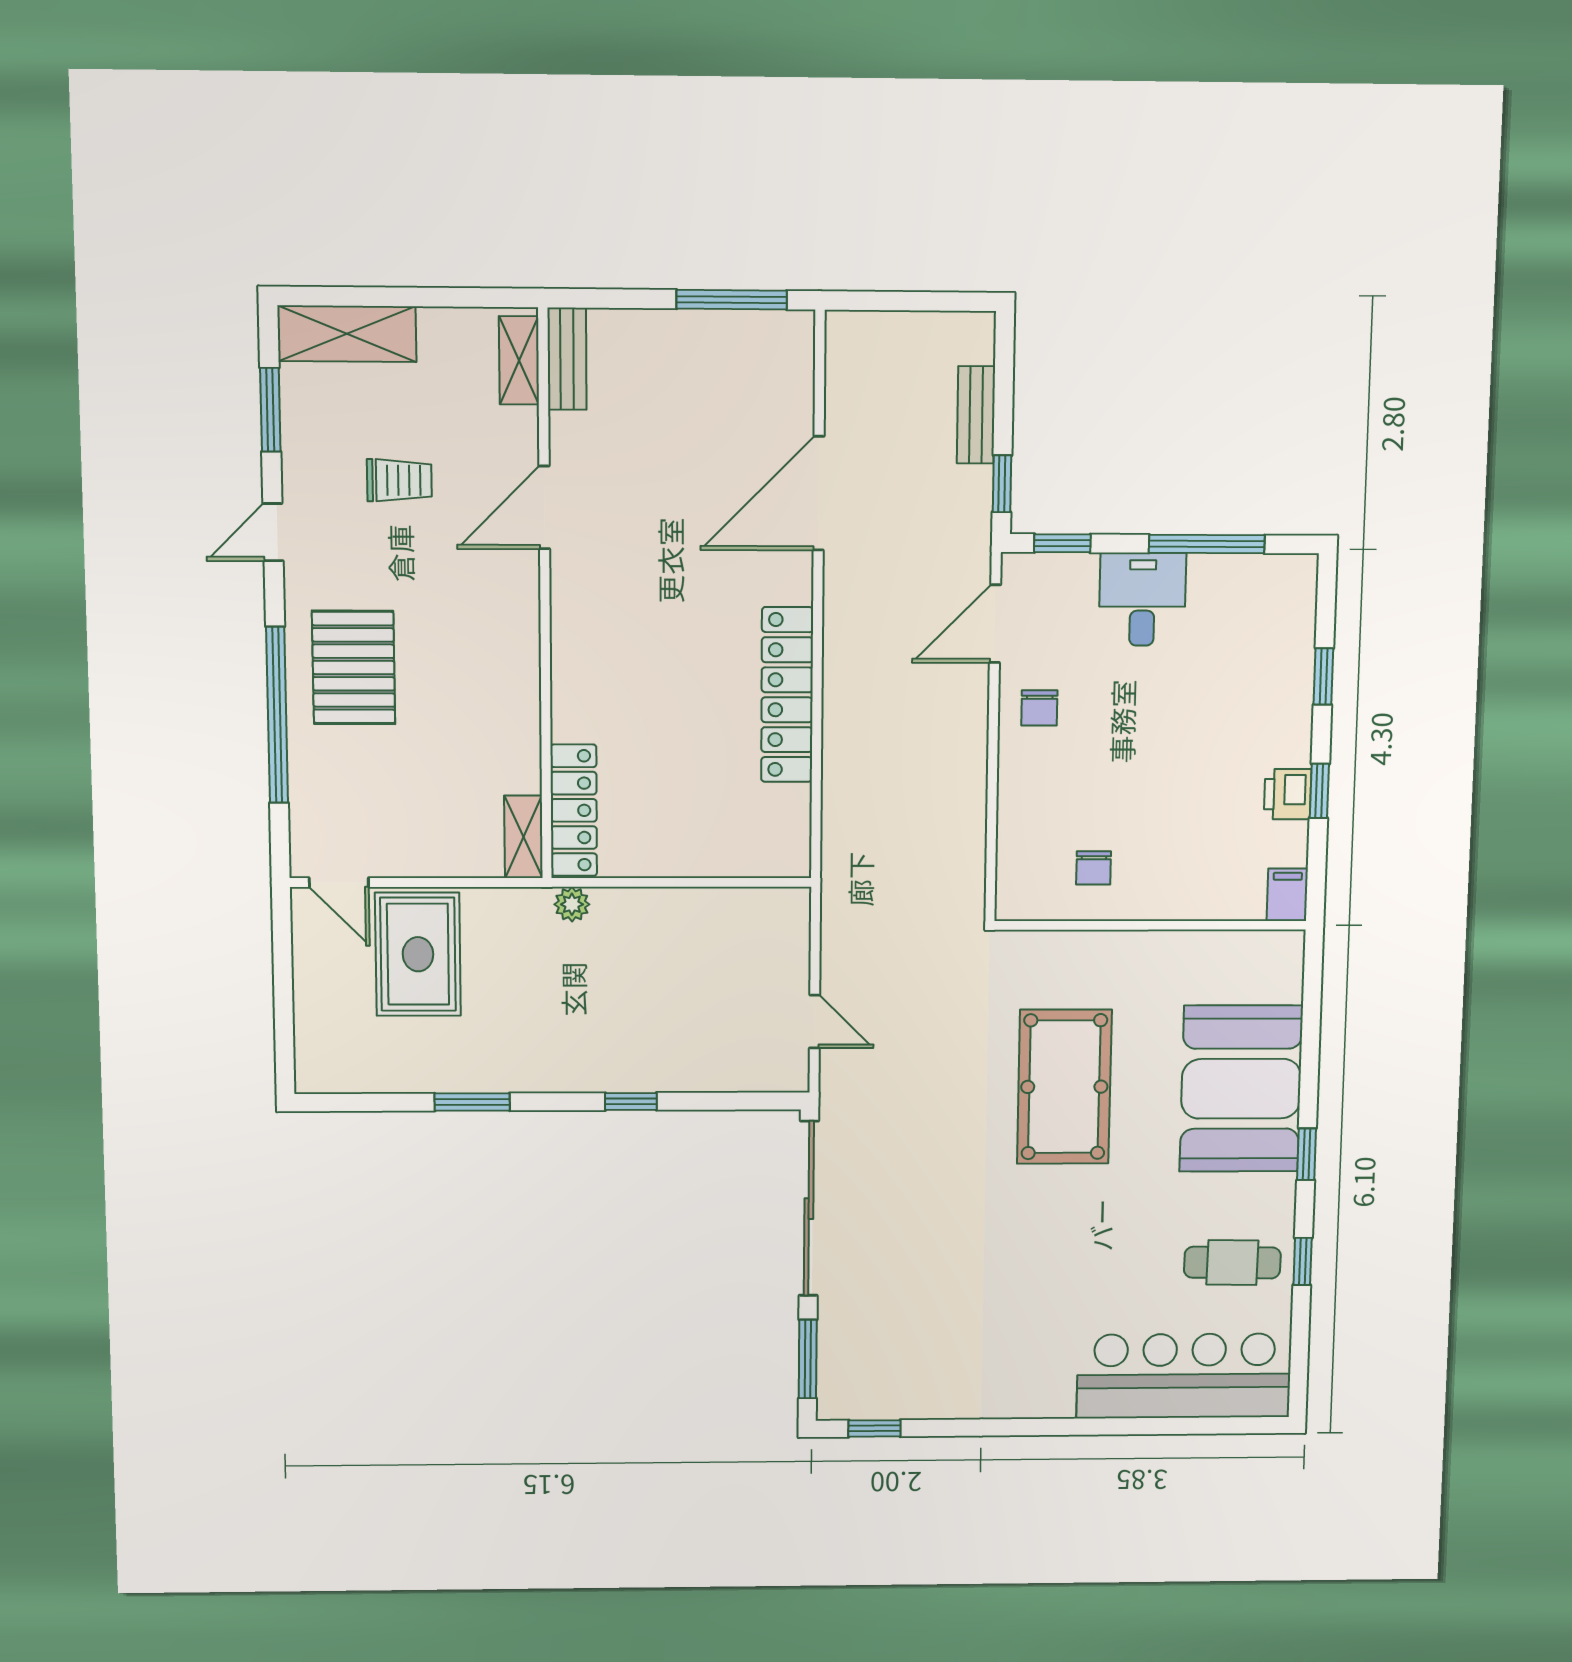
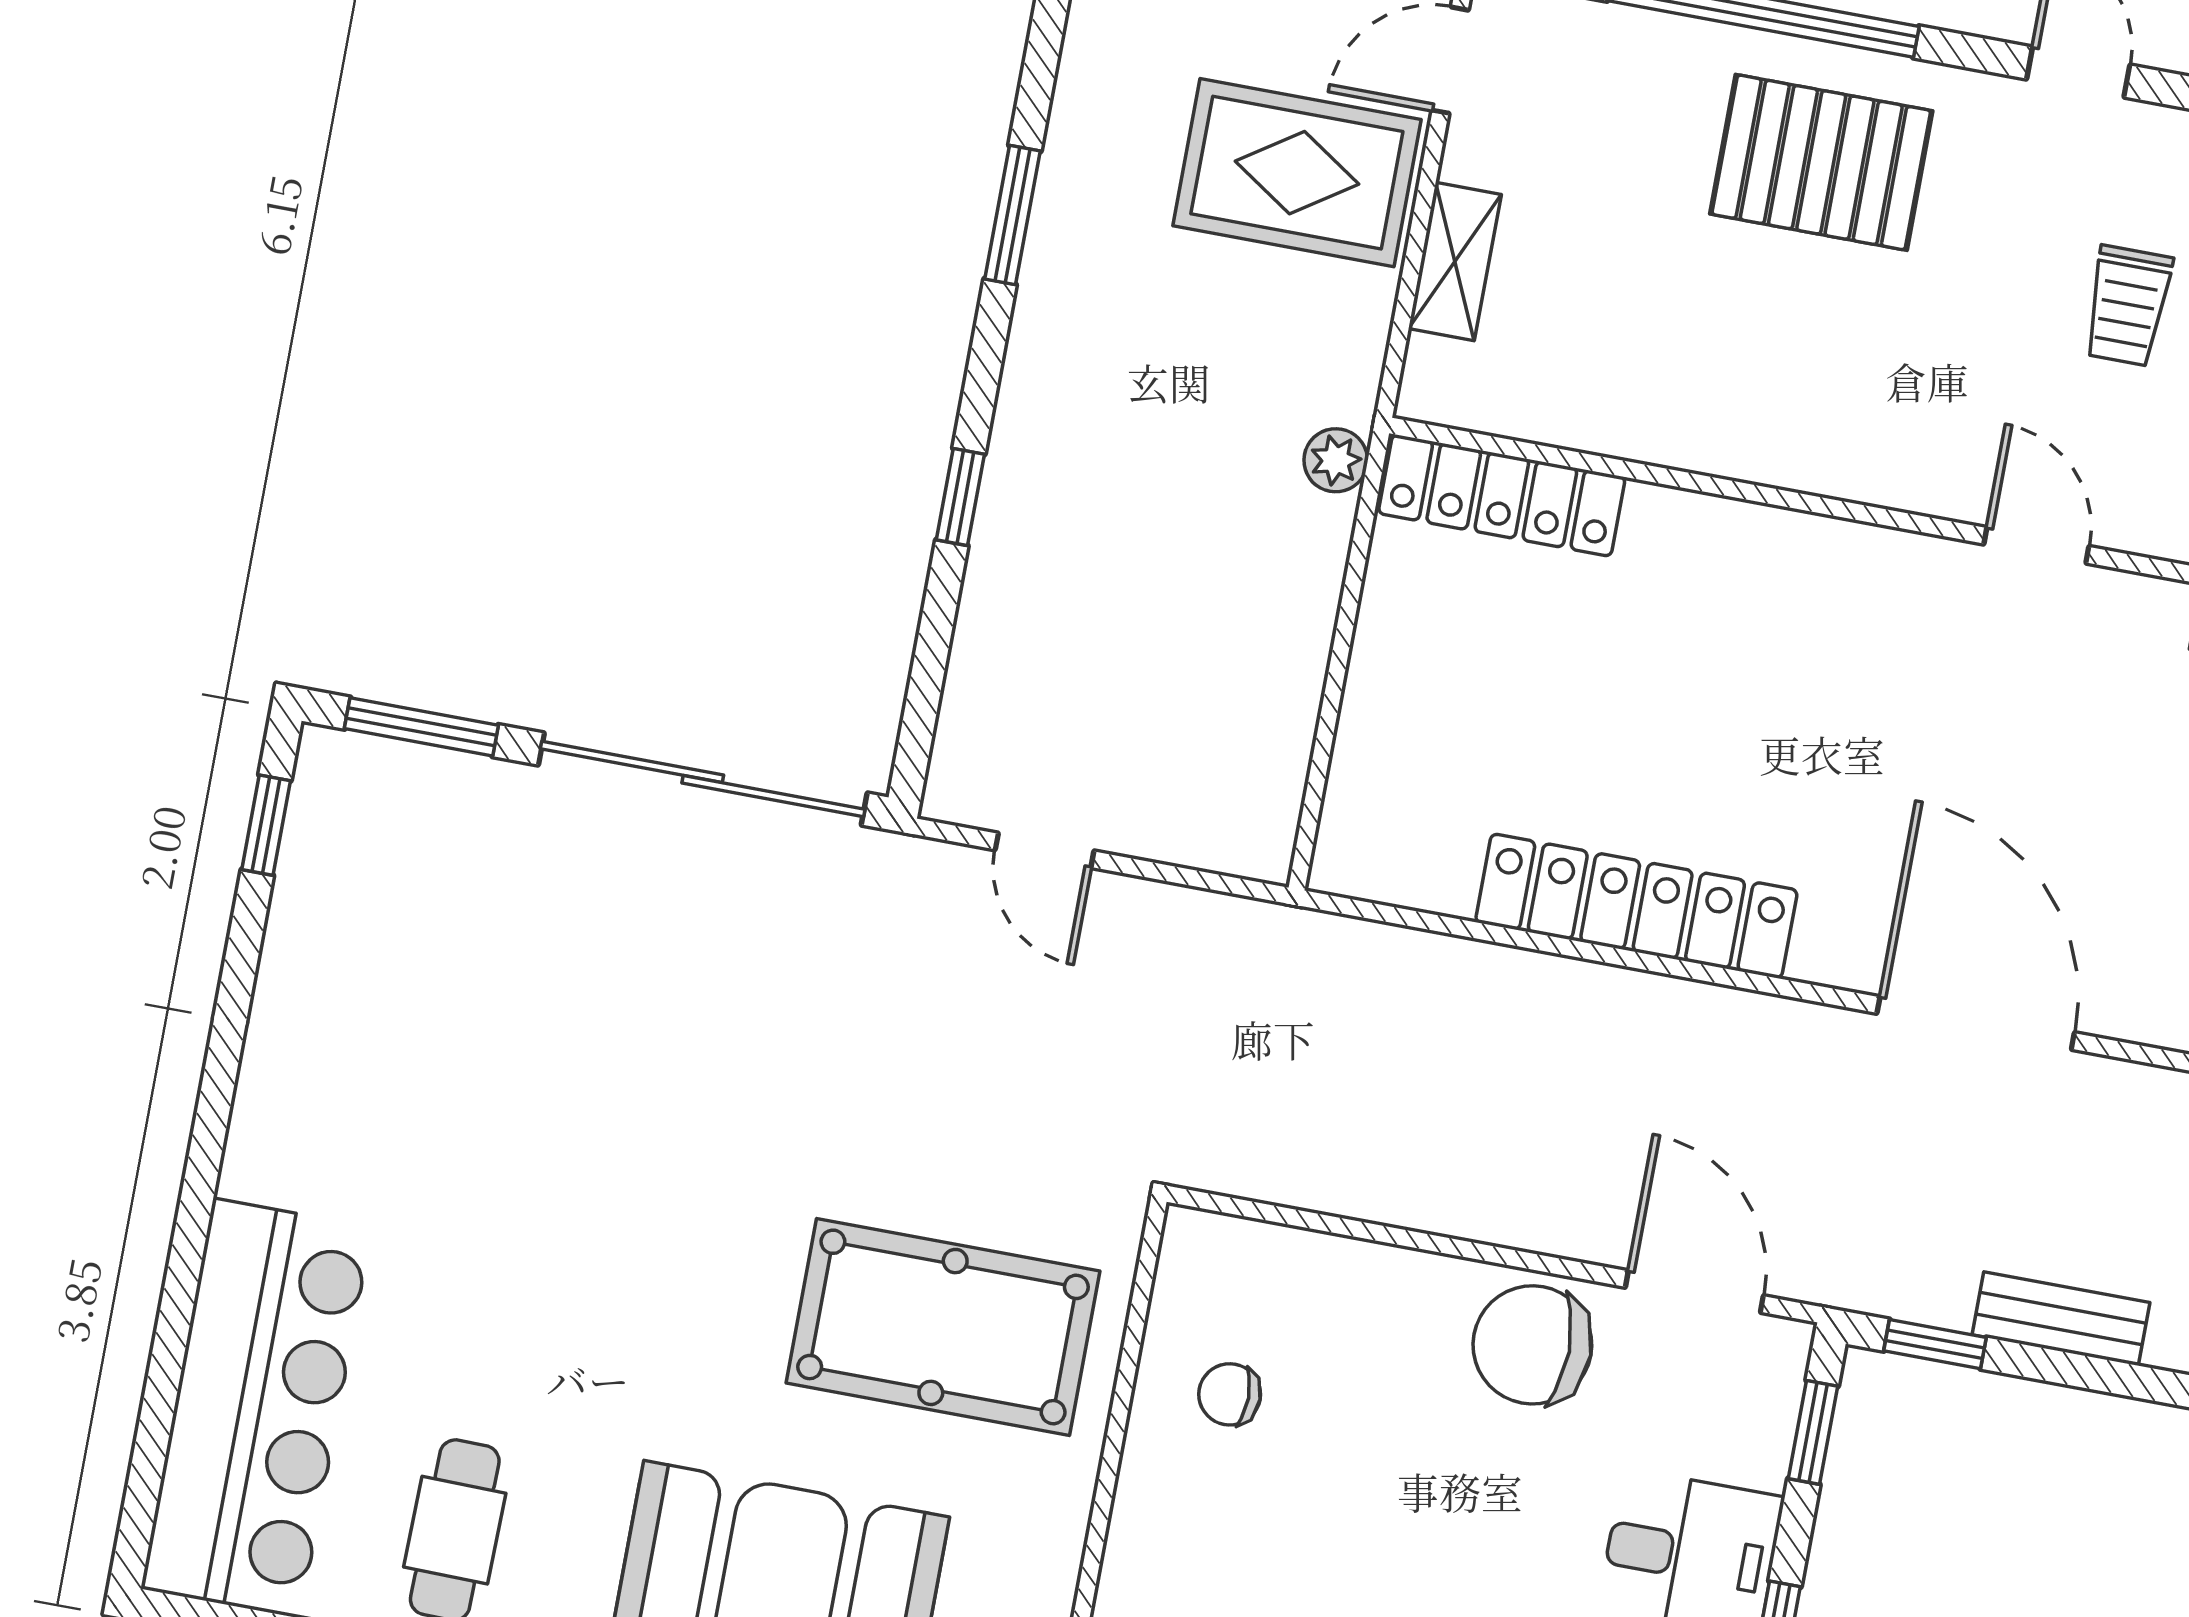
door: (544, 508) -> (2036, 545), width x0.73
chair: (1039, 708) -> (1532, 1345), width x1.87, depth x1.87
shelving: (523, 837) -> (1455, 262), moved, turned 90
door: (815, 1021) -> (1045, 850), hinge flipped
pool table: (1064, 1087) -> (943, 1327), moved

